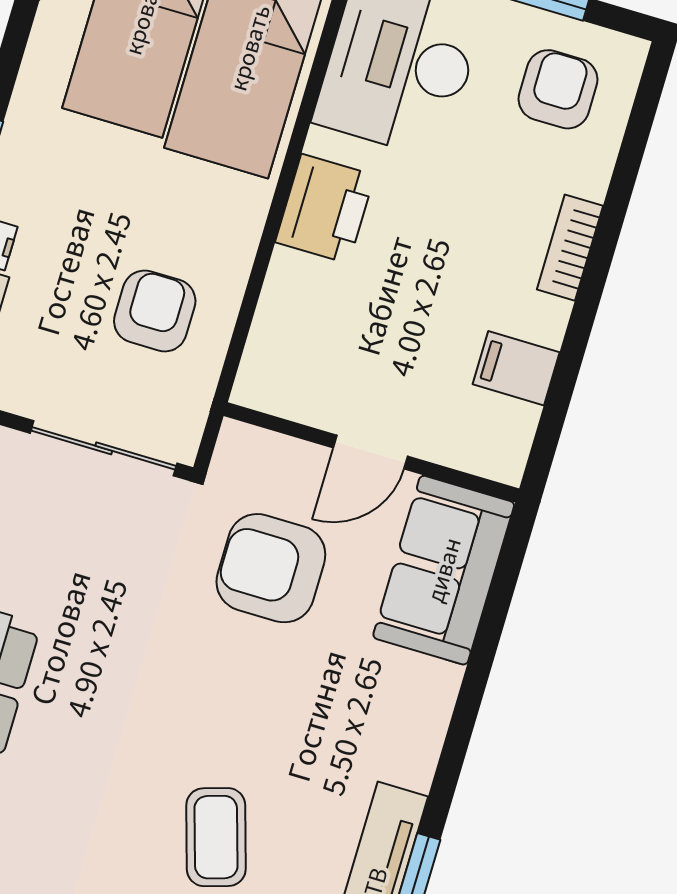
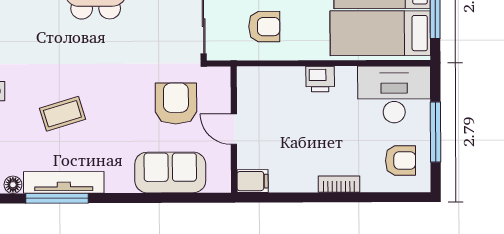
printer: (325, 209) -> (320, 79), width x0.73, depth x0.81
filing cabinet: (516, 368) -> (253, 181), moved, turned 90
sofa: (444, 570) -> (170, 172), moved

